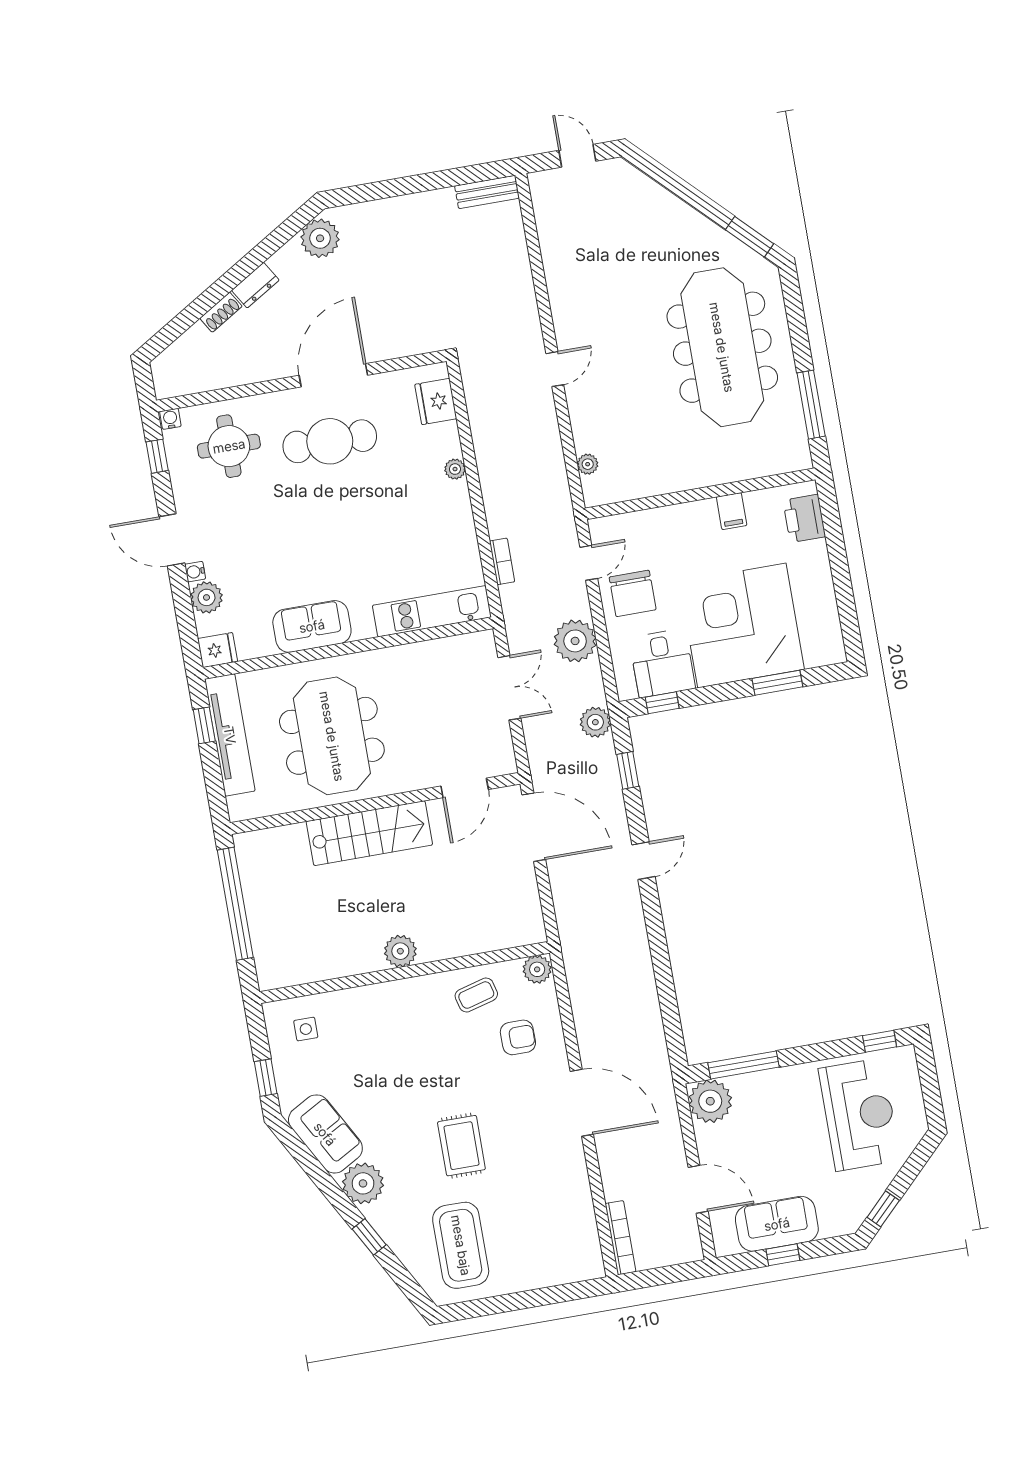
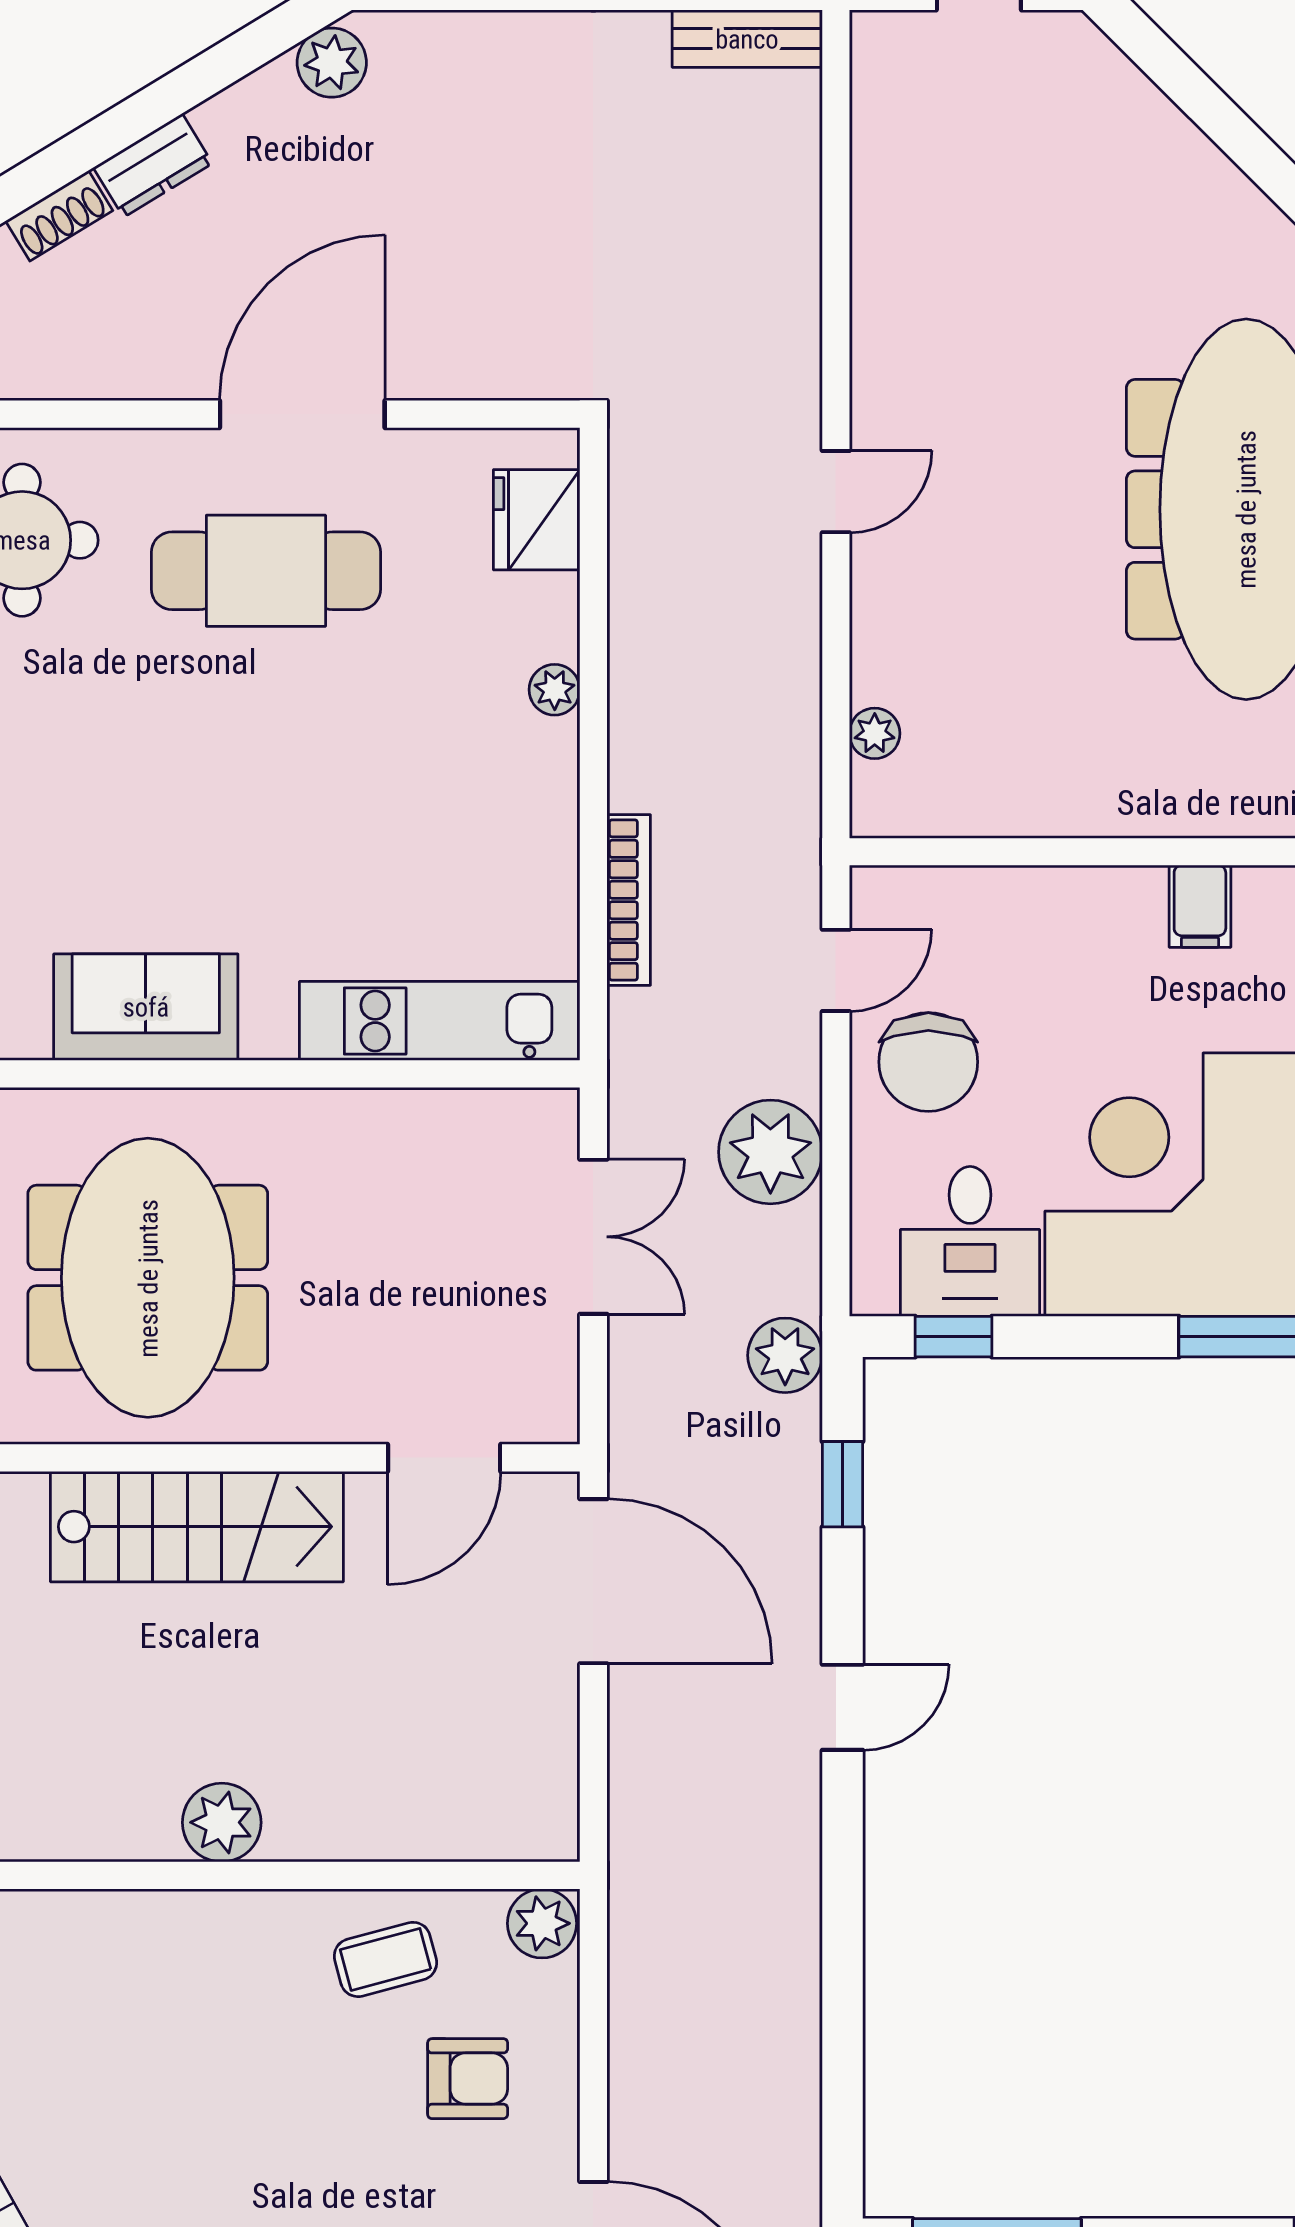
plant: (320, 238) -> (332, 63), width x0.73, depth x0.73
bookcase: (502, 561) -> (629, 900), width x1.56

